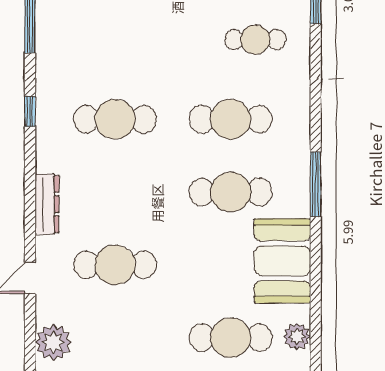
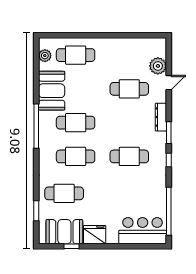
cafe table: (255, 40) -> (64, 193), width x1.37, depth x1.35
window: (30, 170) -> (169, 133), added
window: (316, 185) -> (36, 126), width x1.46
plant: (53, 342) -> (158, 66), moved

